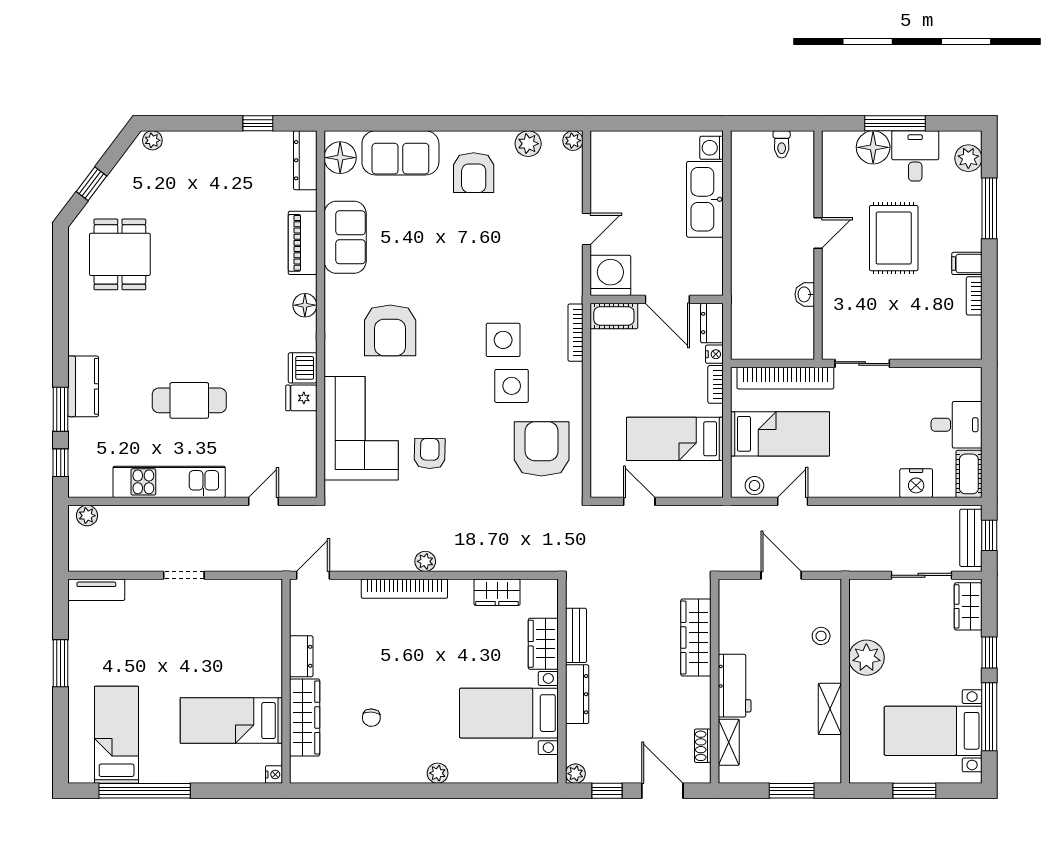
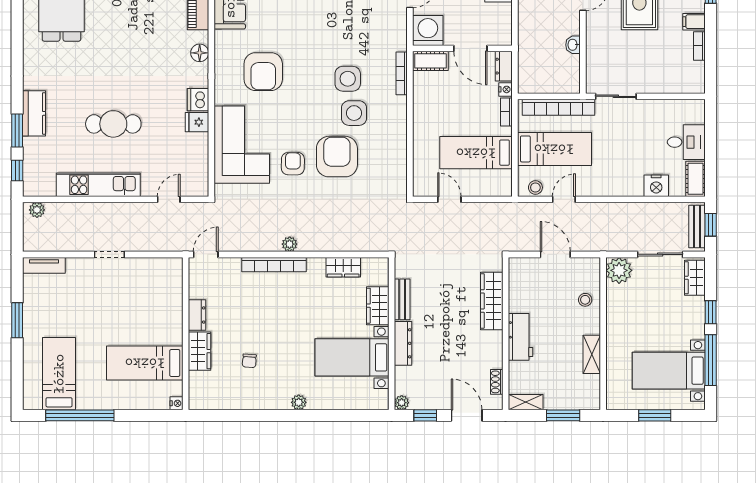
armchair: (542, 449) -> (337, 157), moved
plant: (866, 658) -> (619, 270), moved
wardrobe: (305, 717) -> (199, 351), width x0.67
shelving: (729, 742) -> (526, 402), moved, turned 90

